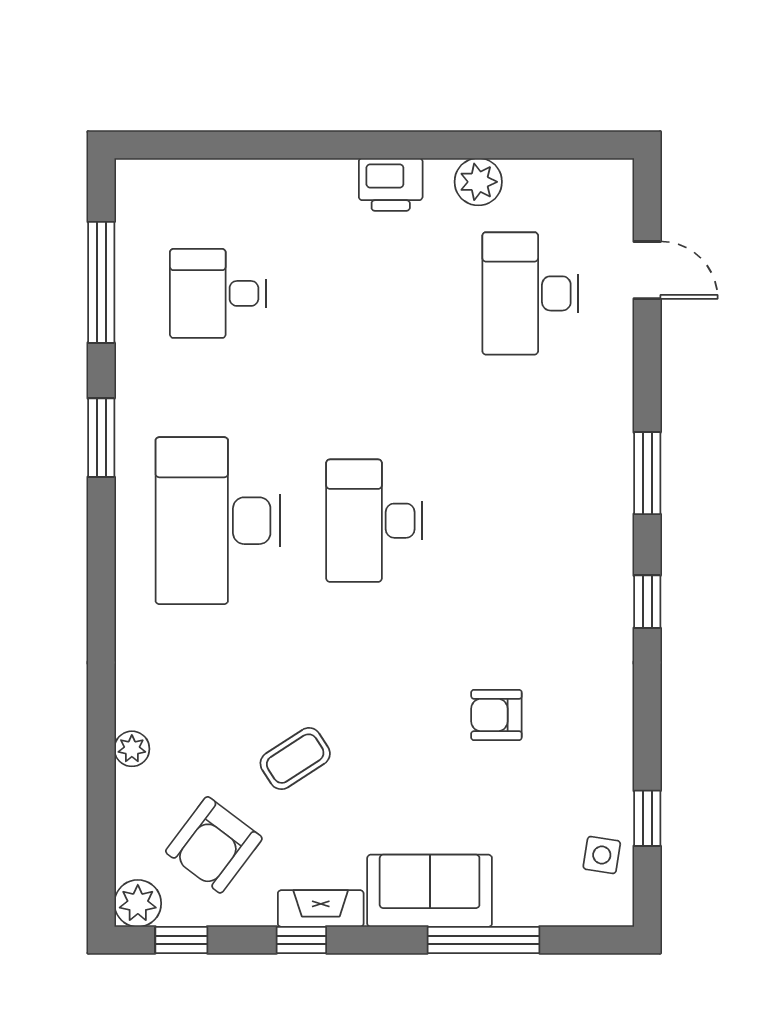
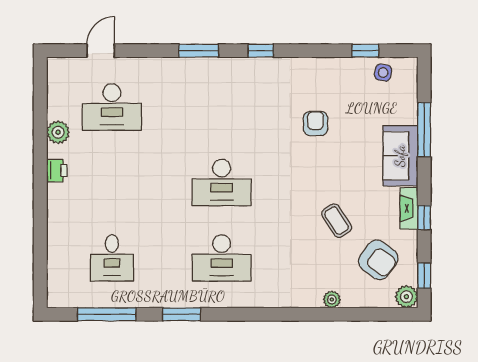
printer: (391, 184) -> (57, 170), width x0.73, depth x0.81
desk: (218, 521) -> (222, 258), width x0.73, depth x0.77
armchair: (496, 715) -> (315, 123), turned 180

